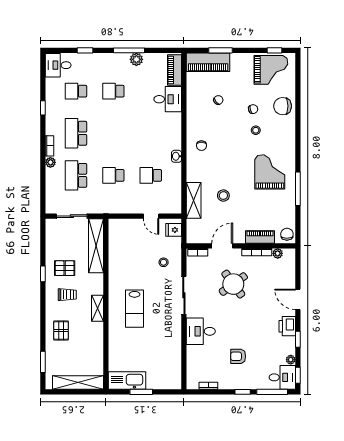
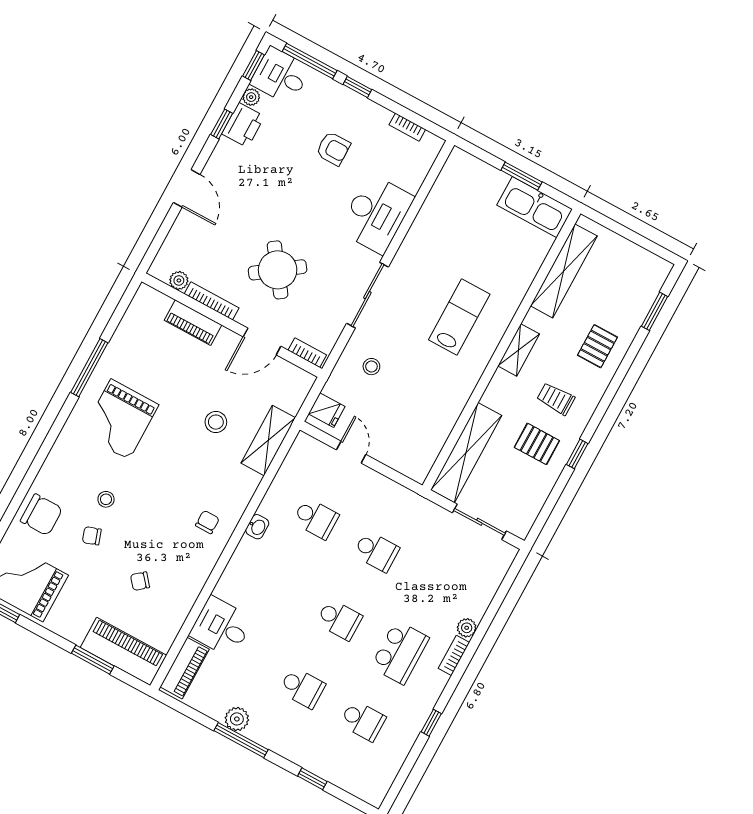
desk: (58, 65) -> (369, 778), removed
school desk: (76, 175) -> (339, 620), moved, width x0.54
chair: (287, 234) -> (147, 303), removed
printer: (287, 326) -> (243, 125), moved
desk: (201, 331) -> (376, 214), width x1.37
shelving: (78, 383) -> (564, 271), moved, turned 90

